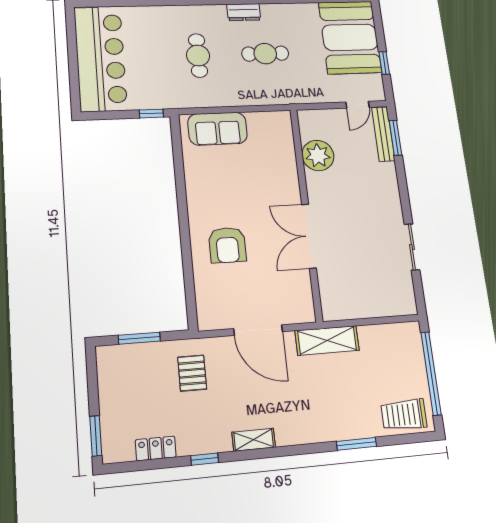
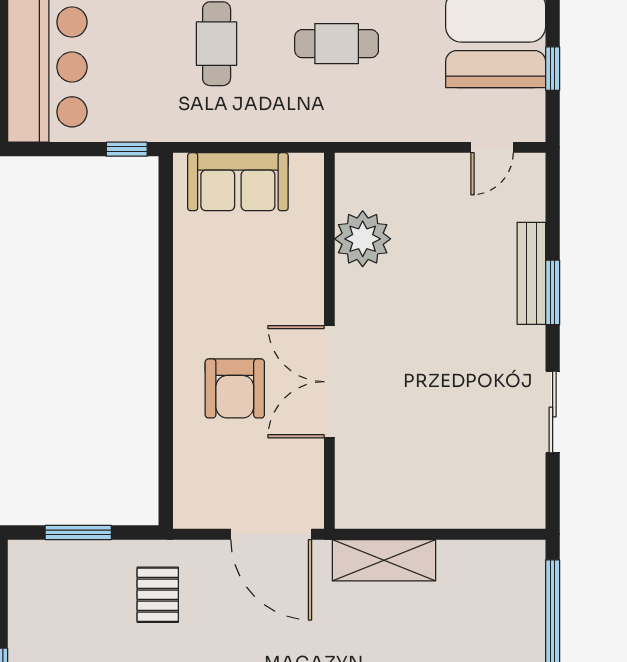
bench: (383, 134) -> (531, 273), moved
window: (395, 138) -> (553, 292), moved
plant: (318, 155) -> (363, 239), moved
wall: (306, 213) -> (329, 341), moved
double door: (309, 236) -> (329, 382), moved

